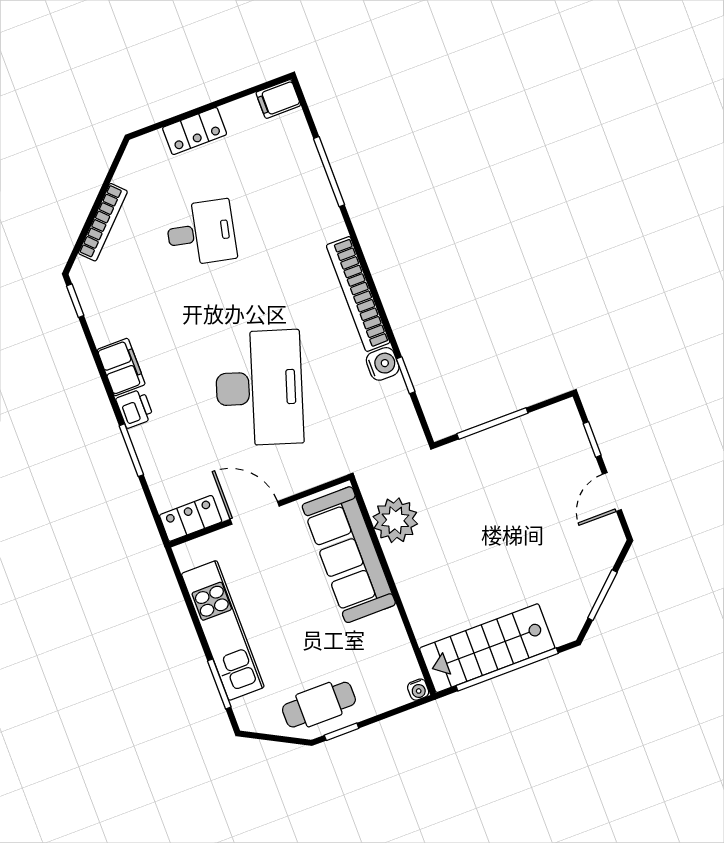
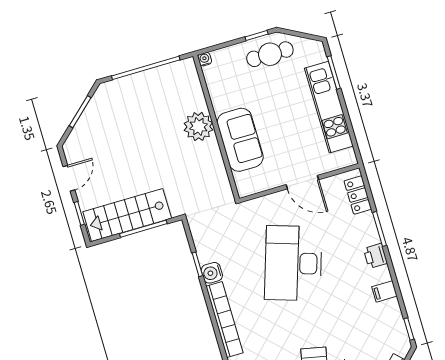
filing cabinet: (121, 367) -> (384, 291), width x0.50
locker: (191, 518) -> (358, 195), moved, turned 90
plant: (395, 520) -> (198, 127), moved
sofa: (349, 555) -> (240, 140), width x0.73
stairs: (487, 648) -> (127, 215), moved, turned 180

